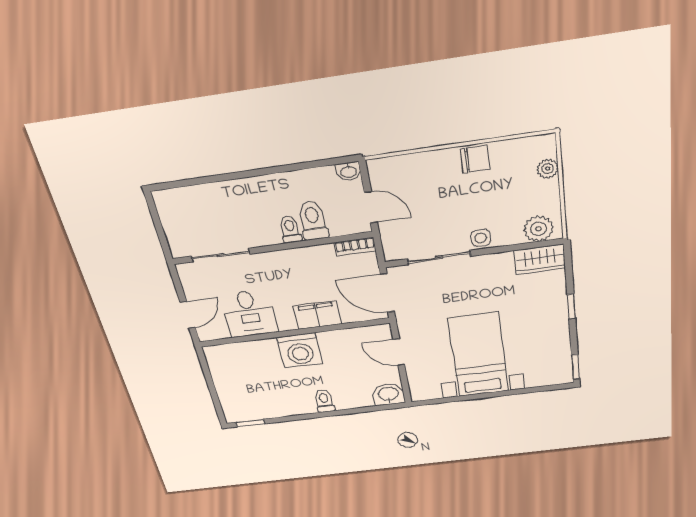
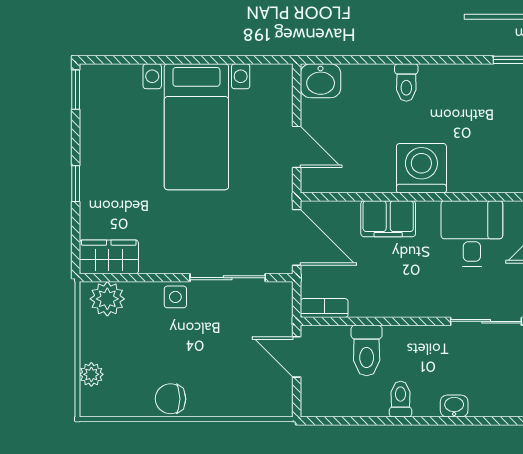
washbasin: (348, 171) -> (454, 406), moved
toilet: (290, 229) -> (400, 399), moved, turned 180

